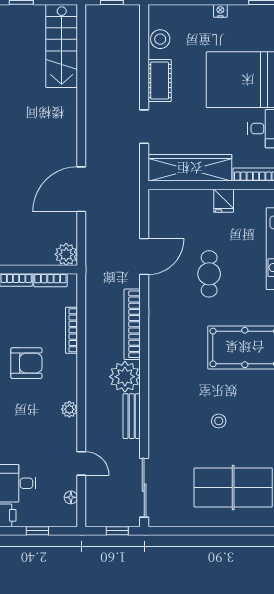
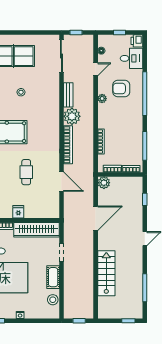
stairs: (62, 46) -> (106, 273), moved
door: (144, 256) -> (61, 182), swing flipped
armchair: (26, 363) -> (121, 89), moved
door: (81, 463) -> (96, 69), swing flipped

